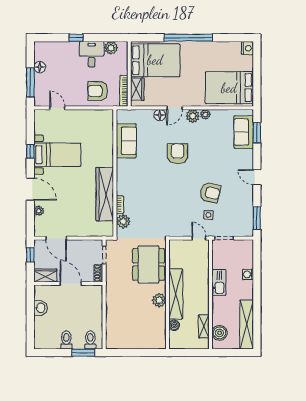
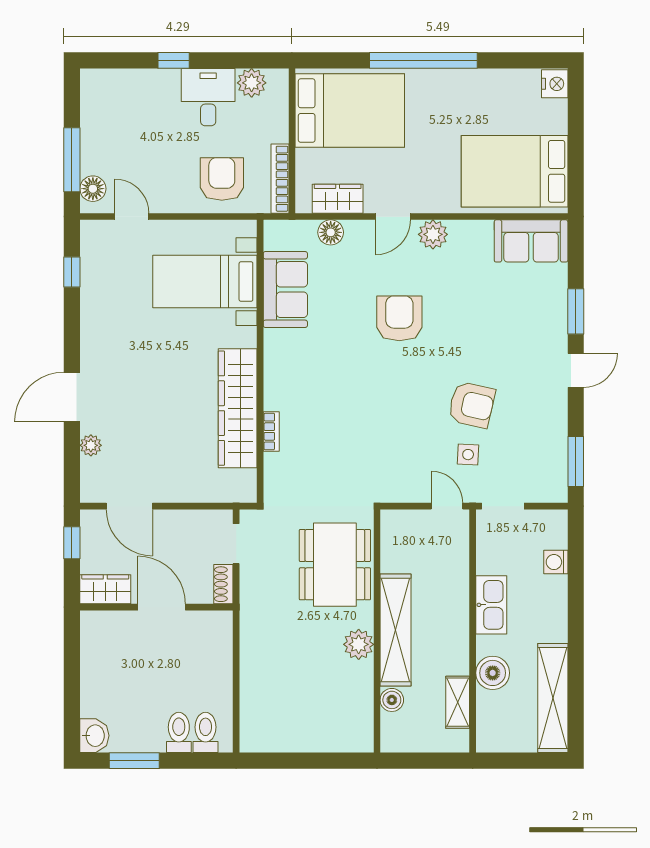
floor lamp: (40, 67) -> (93, 189), moved
wardrobe: (137, 89) -> (338, 199), moved, turned -90
armchair: (98, 91) -> (222, 179), turned 90
plant: (205, 114) -> (461, 231), removed
floor lamp: (160, 115) -> (331, 232), moved
sofa: (244, 132) -> (531, 241), moved, turned -90
window: (257, 133) -> (576, 311), moved
window: (30, 151) -> (72, 272), moved
bed with nightstands: (57, 155) -> (205, 282), moved, turned 180
door: (257, 177) -> (576, 370), swing flipped
door: (30, 189) -> (72, 397), swing flipped
plant: (123, 221) -> (278, 469), removed
washing machine: (248, 274) -> (556, 562), moved
washbasin: (40, 308) -> (94, 736), moved
boiler: (219, 333) -> (493, 673), moved
toilet: (66, 340) -> (179, 732), moved
window: (83, 353) -> (134, 761), moved

